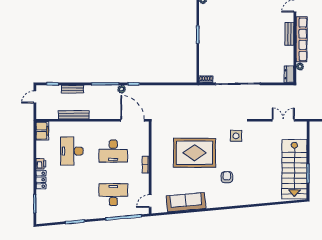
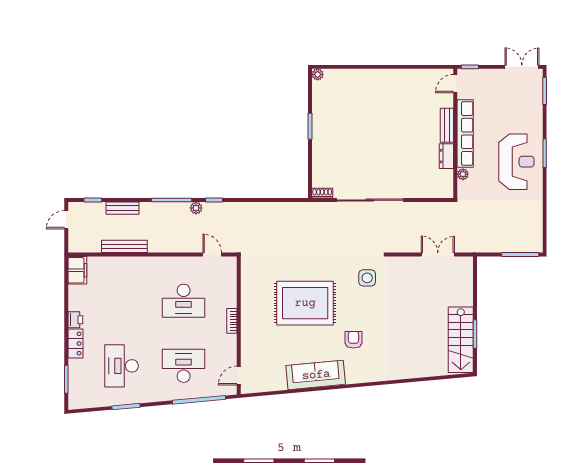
dresser: (289, 74) -> (446, 156), moved
door: (132, 120) -> (212, 255), width x0.53
desk: (72, 151) -> (121, 366), moved
stairs: (294, 169) -> (461, 340), width x0.73, depth x0.66
sofa: (186, 202) -> (316, 375), moved

